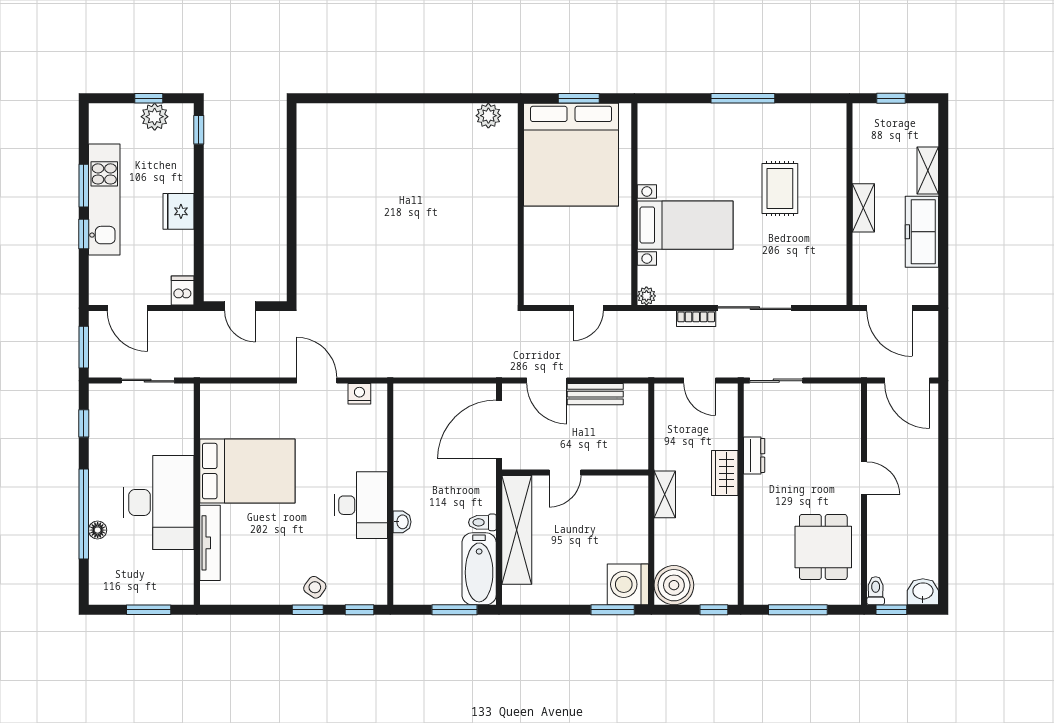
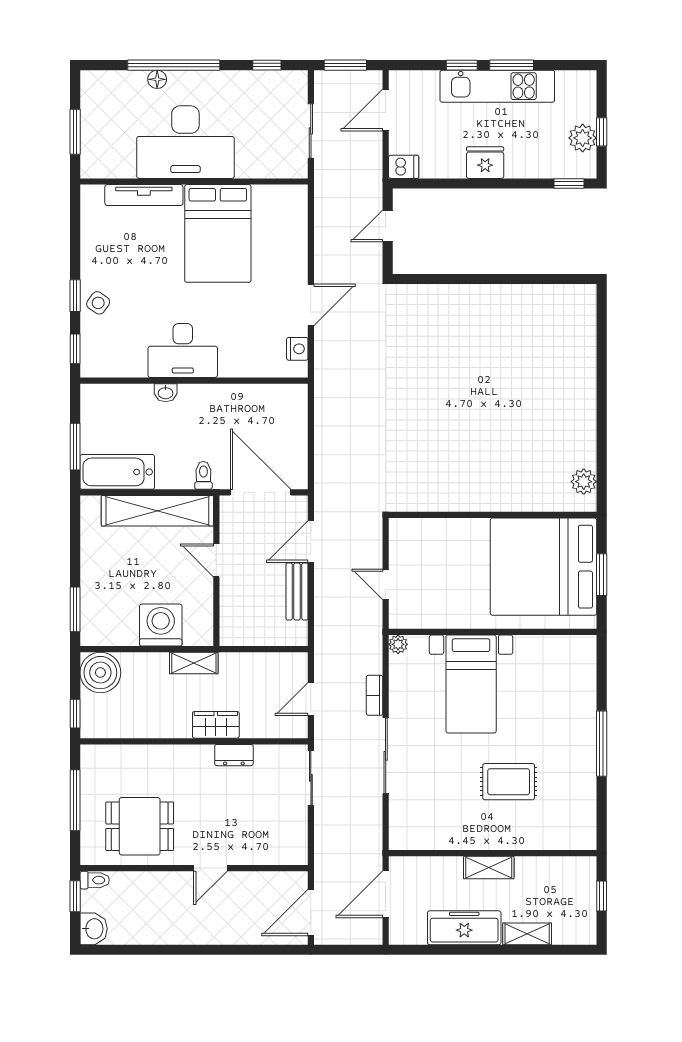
toilet: (482, 522) -> (203, 475), moved
washing machine: (628, 584) -> (161, 625), moved

